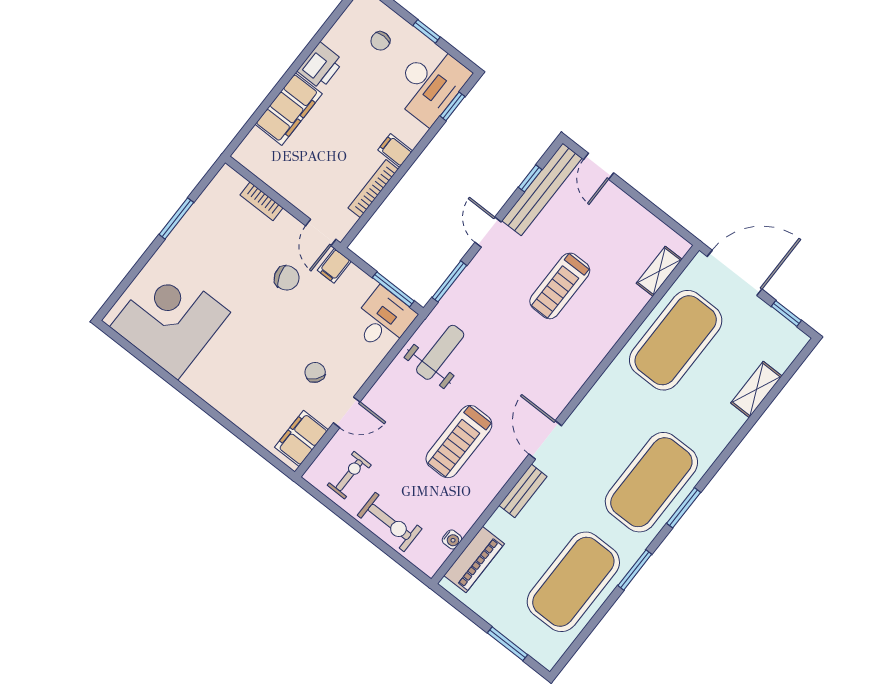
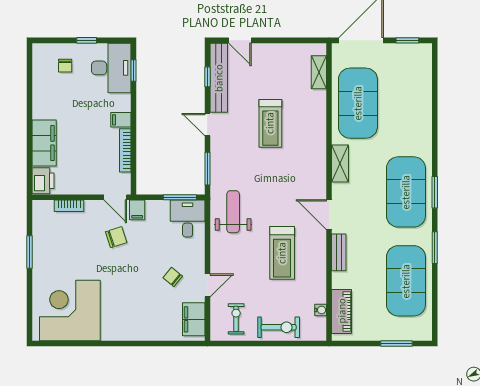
printer: (321, 66) -> (43, 181), moved
shelving: (756, 389) -> (340, 164), moved

